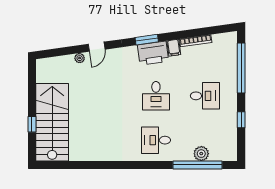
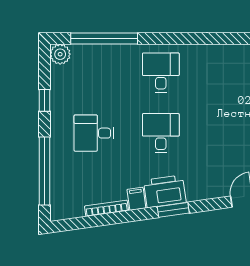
desk: (156, 140) -> (161, 73), turned -90
plant: (201, 154) -> (60, 54), moved

